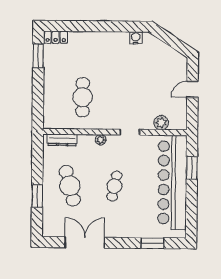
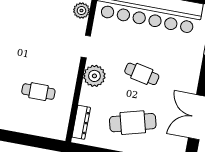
cafe table: (83, 97) -> (38, 92), width x0.73, depth x0.74
plant: (101, 140) -> (94, 76), width x1.88, depth x1.88

